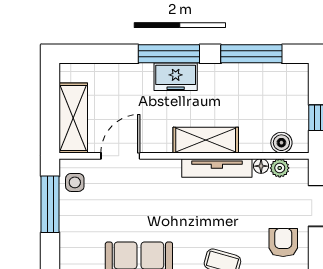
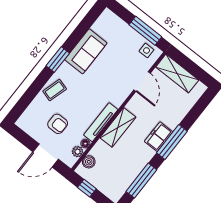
armchair: (283, 242) -> (58, 124), moved

